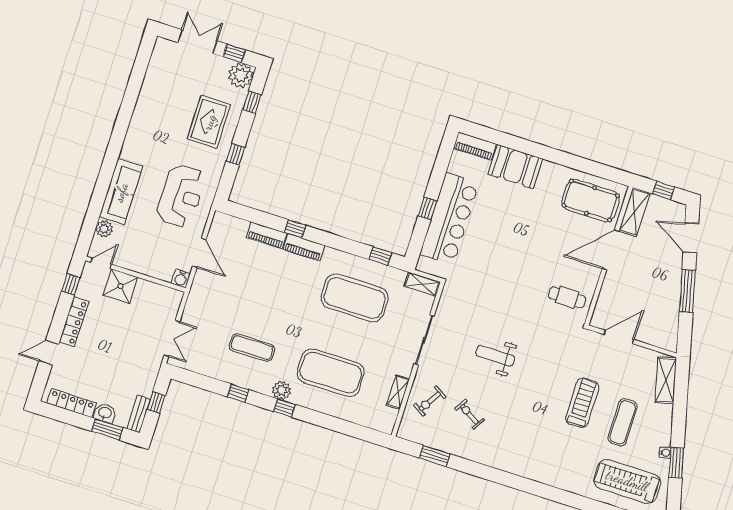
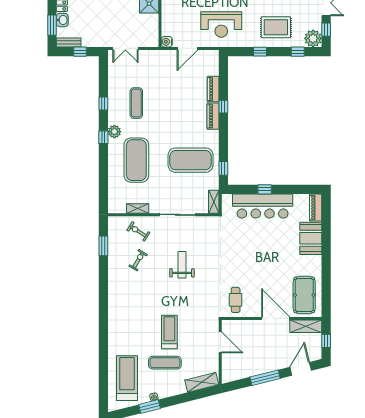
exercise mat: (355, 298) -> (191, 160), turned 90
treadmill: (582, 403) -> (169, 332), turned -90

